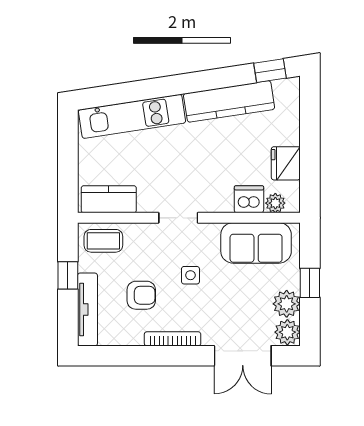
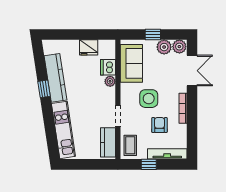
window: (270, 71) -> (44, 89), moved
plant: (275, 203) -> (110, 81), moved
doorway: (178, 218) -> (118, 116), moved
side table: (190, 275) -> (149, 99), width x1.87, depth x1.87

